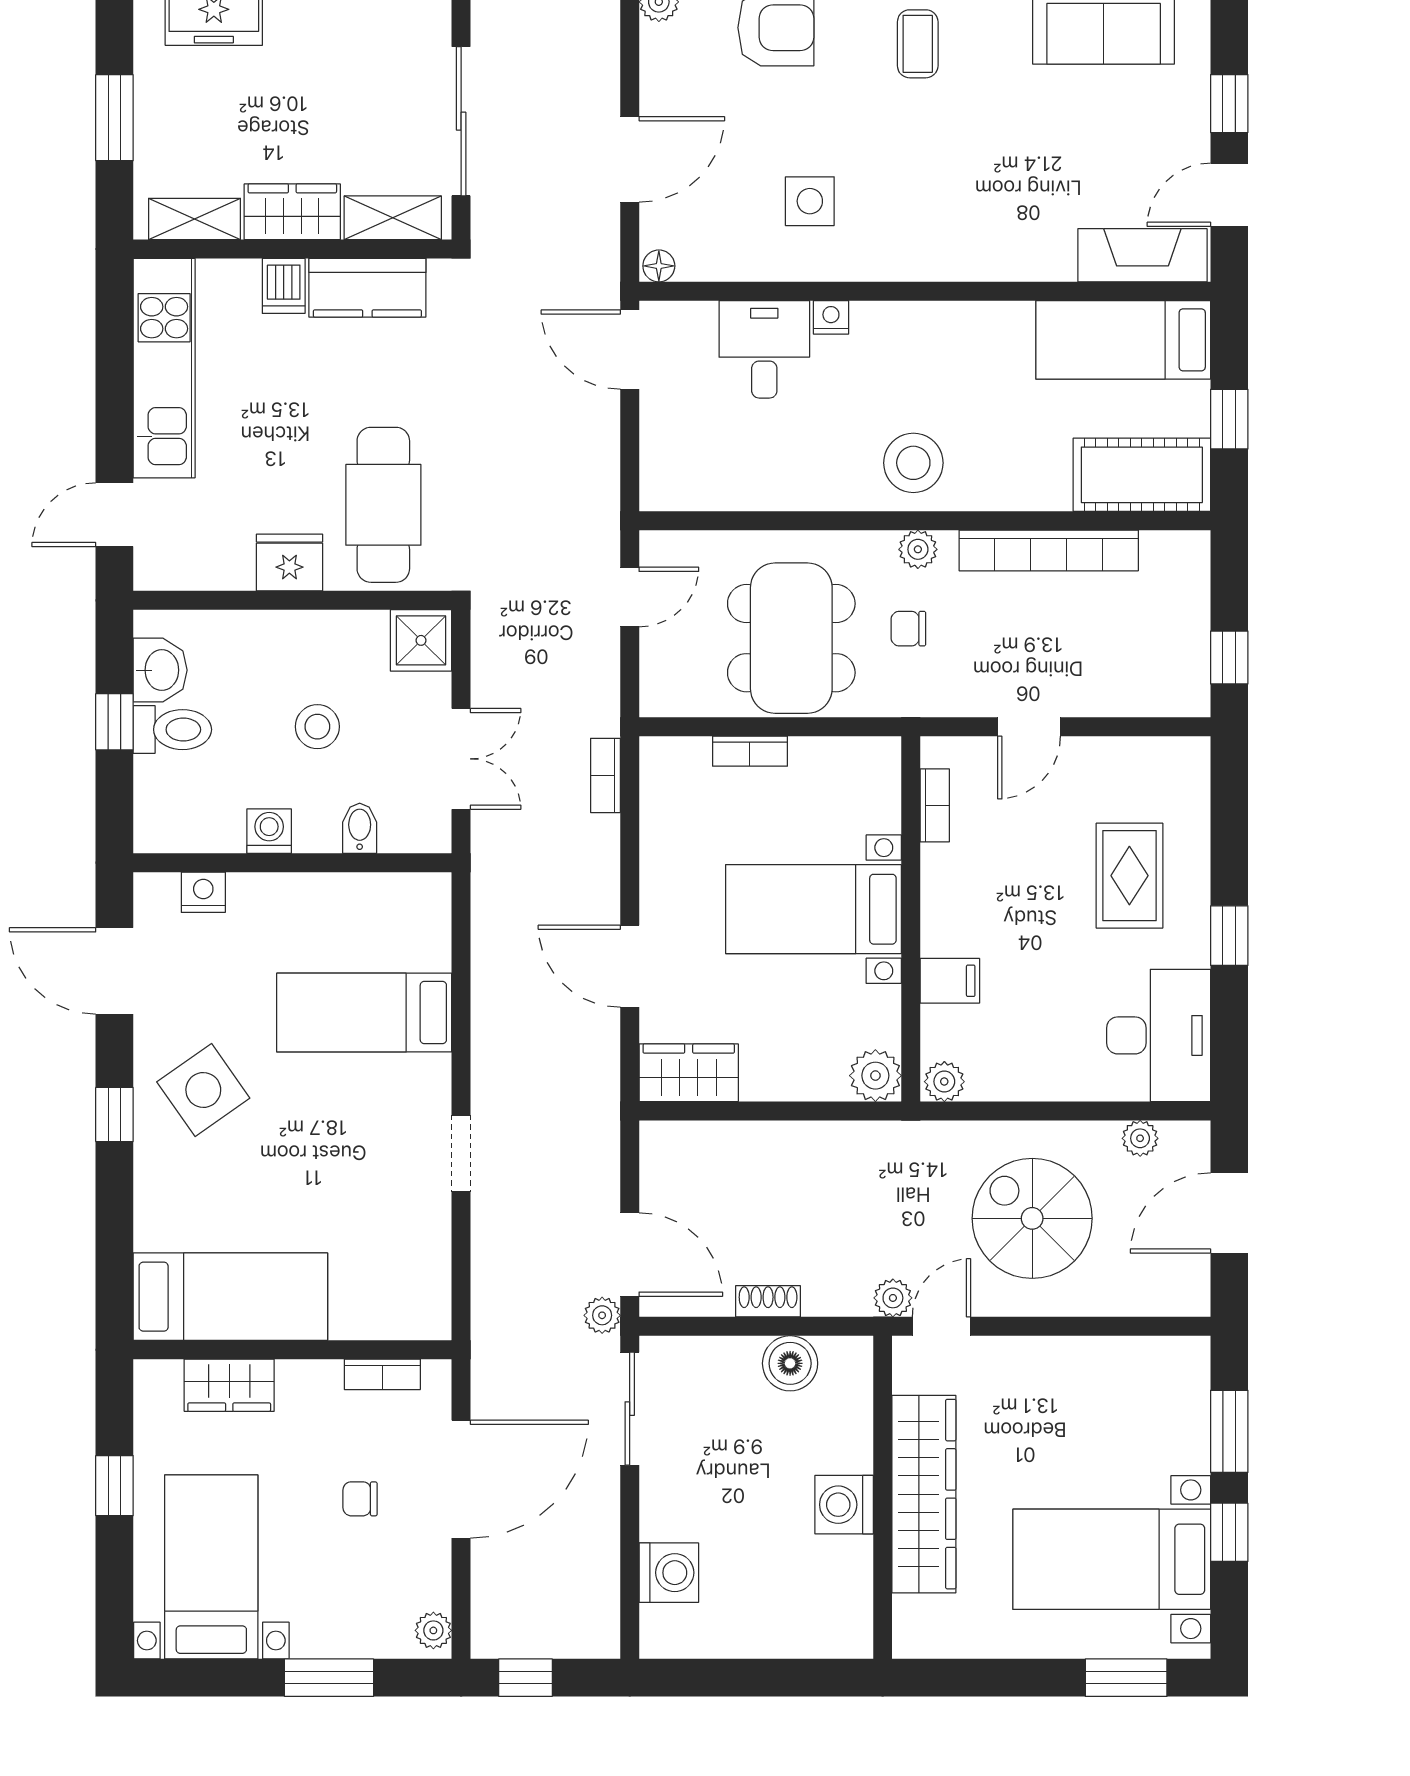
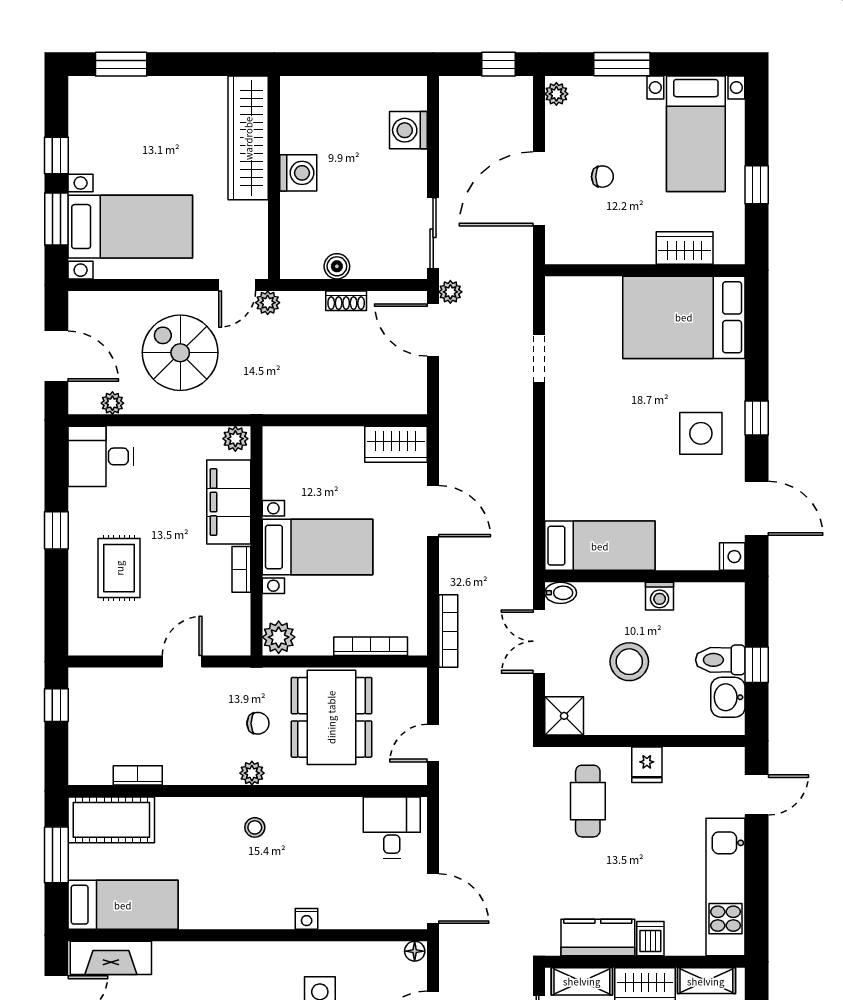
desk: (764, 349) -> (392, 828), moved, turned 180
window: (1229, 419) -> (56, 855), width x1.50
stool: (913, 463) -> (255, 827), width x0.53, depth x0.53
cafe table: (383, 505) -> (588, 801), width x0.73, depth x0.74
bookcase: (1049, 550) -> (138, 775), width x0.43, depth x0.76
fridge: (289, 563) -> (647, 765), width x0.72
stool: (317, 727) -> (629, 662), width x1.38, depth x1.38
bookcase: (750, 751) -> (371, 646), width x1.56
bookcase: (605, 775) -> (448, 631), width x1.56
bookcase: (935, 805) -> (241, 569), moved
bidet: (360, 828) -> (561, 593), moved, turned -90
nightstand: (203, 892) -> (732, 557), moved, turned -90
filing cabinet: (950, 981) -> (229, 502), width x3.00, depth x1.17
bed: (364, 1013) -> (600, 546), moved
desk: (1159, 1035) -> (101, 456), width x0.73
plant: (875, 1076) -> (279, 637), moved
side table: (203, 1090) -> (701, 433), turned 35
doorway: (461, 1153) -> (539, 358), moved
door: (1229, 1213) -> (56, 356), hinge flipped
spiral stairs: (1032, 1218) -> (180, 353), turned 180
bed: (230, 1297) -> (684, 317), width x1.50
boiler: (790, 1363) -> (337, 266), width x0.73, depth x0.73
bookcase: (382, 1374) -> (588, 255), removed
wardrobe: (924, 1494) -> (248, 138), moved
bed with nightstands: (1112, 1559) -> (130, 227), moved

